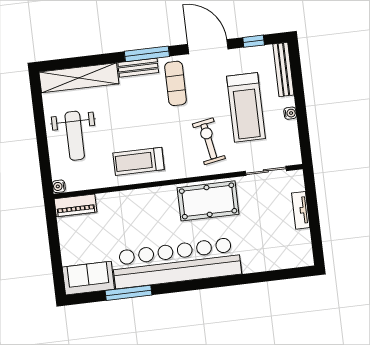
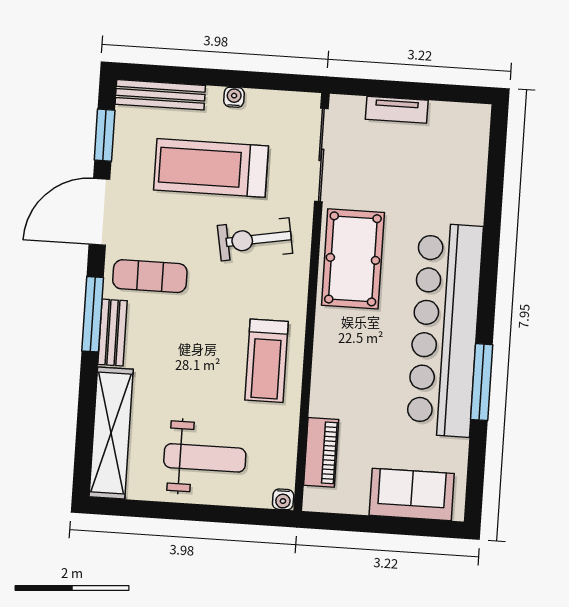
window: (254, 41) -> (105, 135), width x1.50
treadmill: (246, 107) -> (211, 168), turned 180
sliding door: (266, 171) -> (321, 155), width x1.37
piano: (75, 205) -> (321, 452), moved
sofa: (88, 278) -> (412, 494), moved, turned 90
window: (129, 293) -> (482, 382), moved

